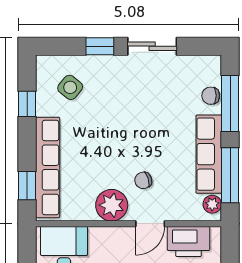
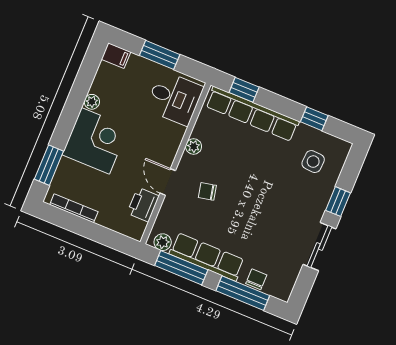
side table: (70, 87) -> (313, 162), turned -36
chair: (143, 180) -> (207, 191), turned -86
plant: (112, 205) -> (194, 146), width x0.53, depth x0.53
printer: (189, 241) -> (143, 205), width x0.73, depth x0.84

